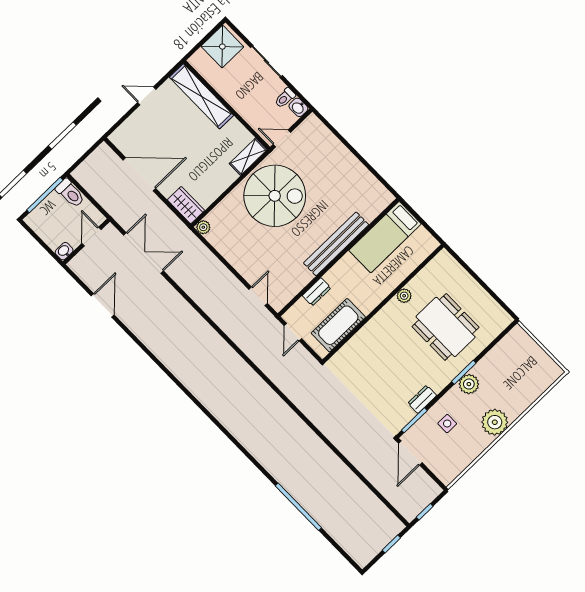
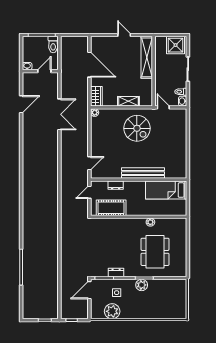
shelving: (248, 157) -> (128, 101), moved
spiral stairs: (275, 196) -> (137, 128), width x0.73, depth x0.73
double door: (143, 253) -> (59, 114), moved
plant: (495, 422) -> (112, 311), moved

